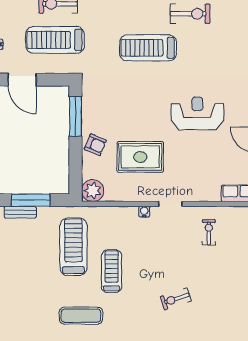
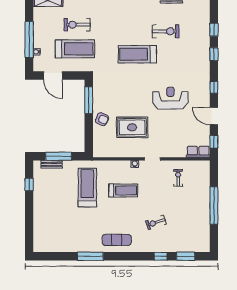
treadmill: (55, 40) -> (75, 49), turned 180
plant: (93, 191) -> (100, 150), removed
treadmill: (112, 271) -> (123, 190), moved, turned 90
exercise mat: (81, 316) -> (117, 240), moved

